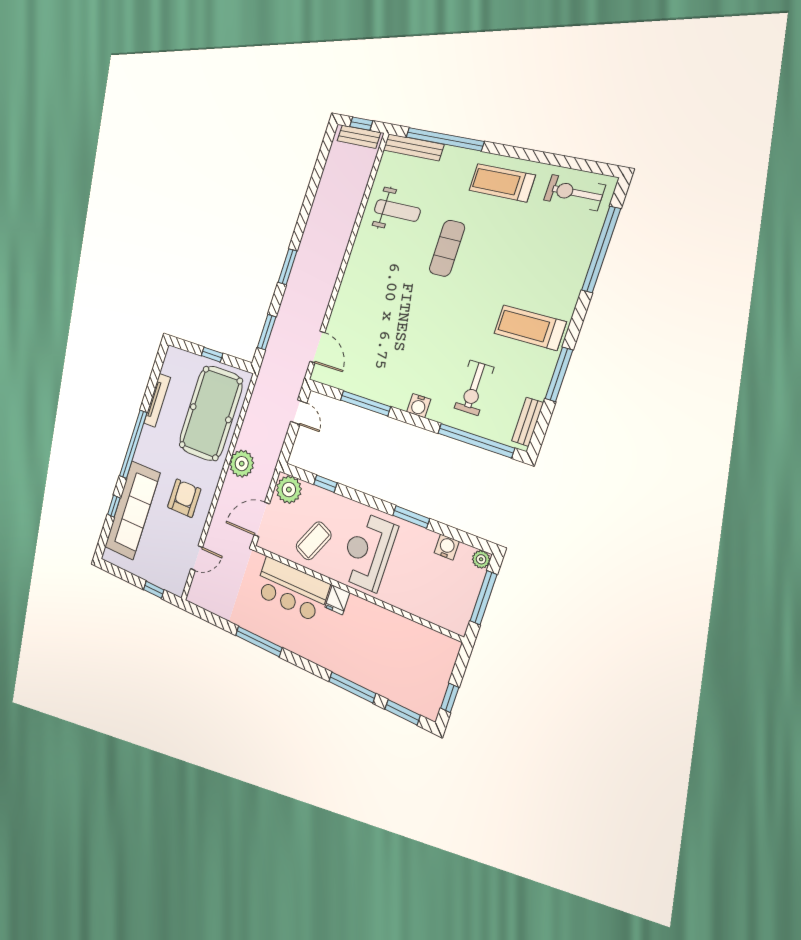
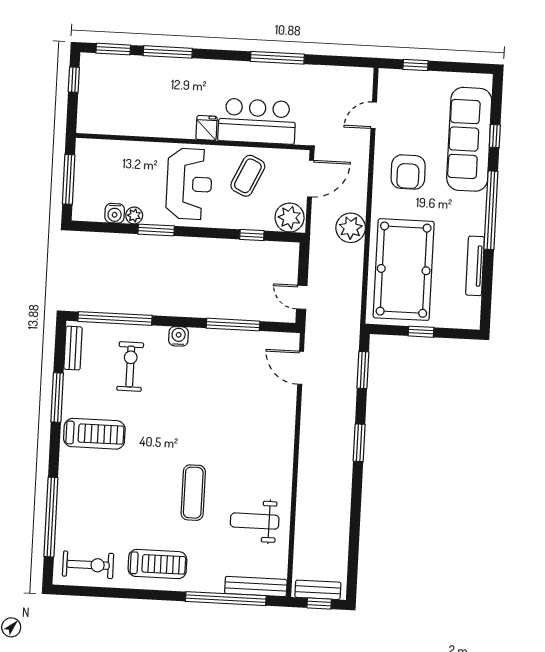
plant: (481, 559) -> (134, 215), moved

